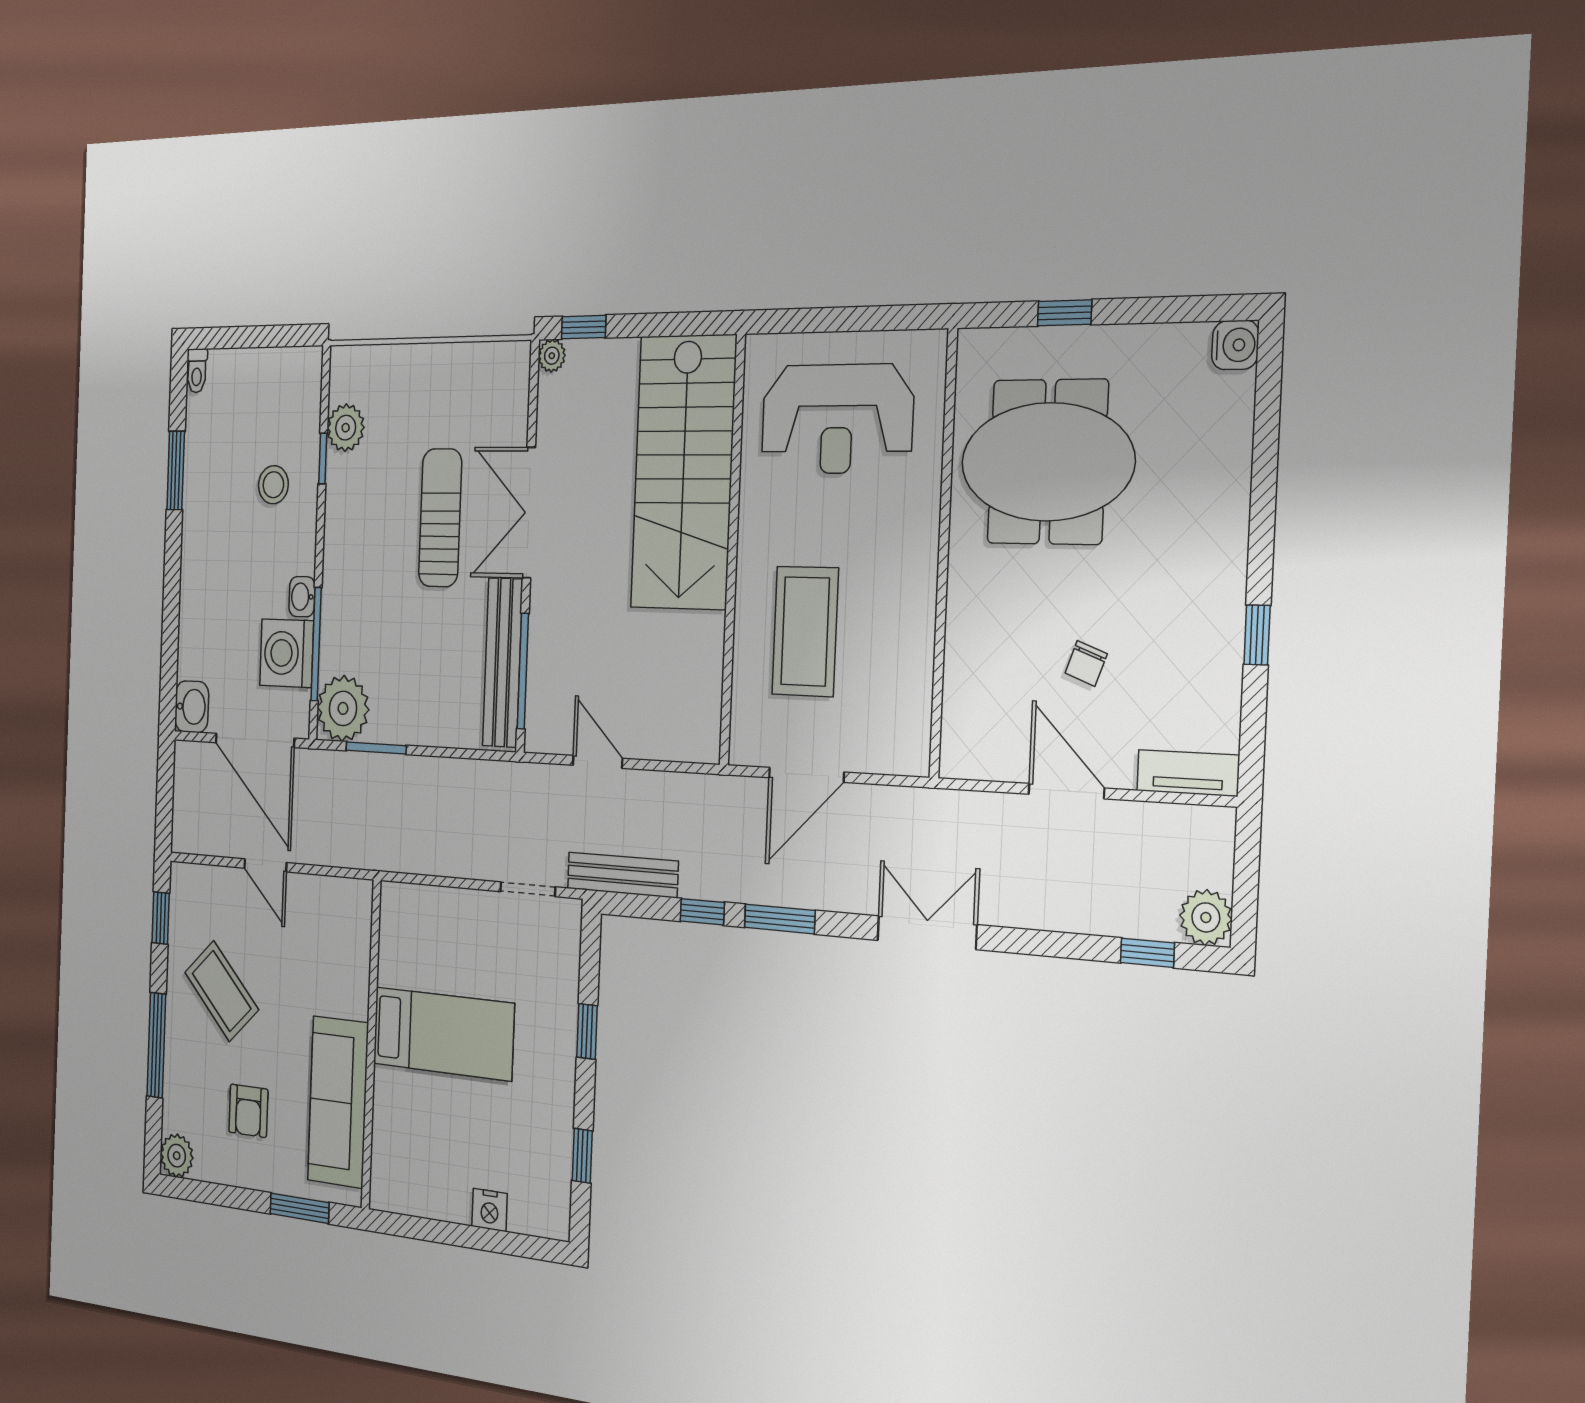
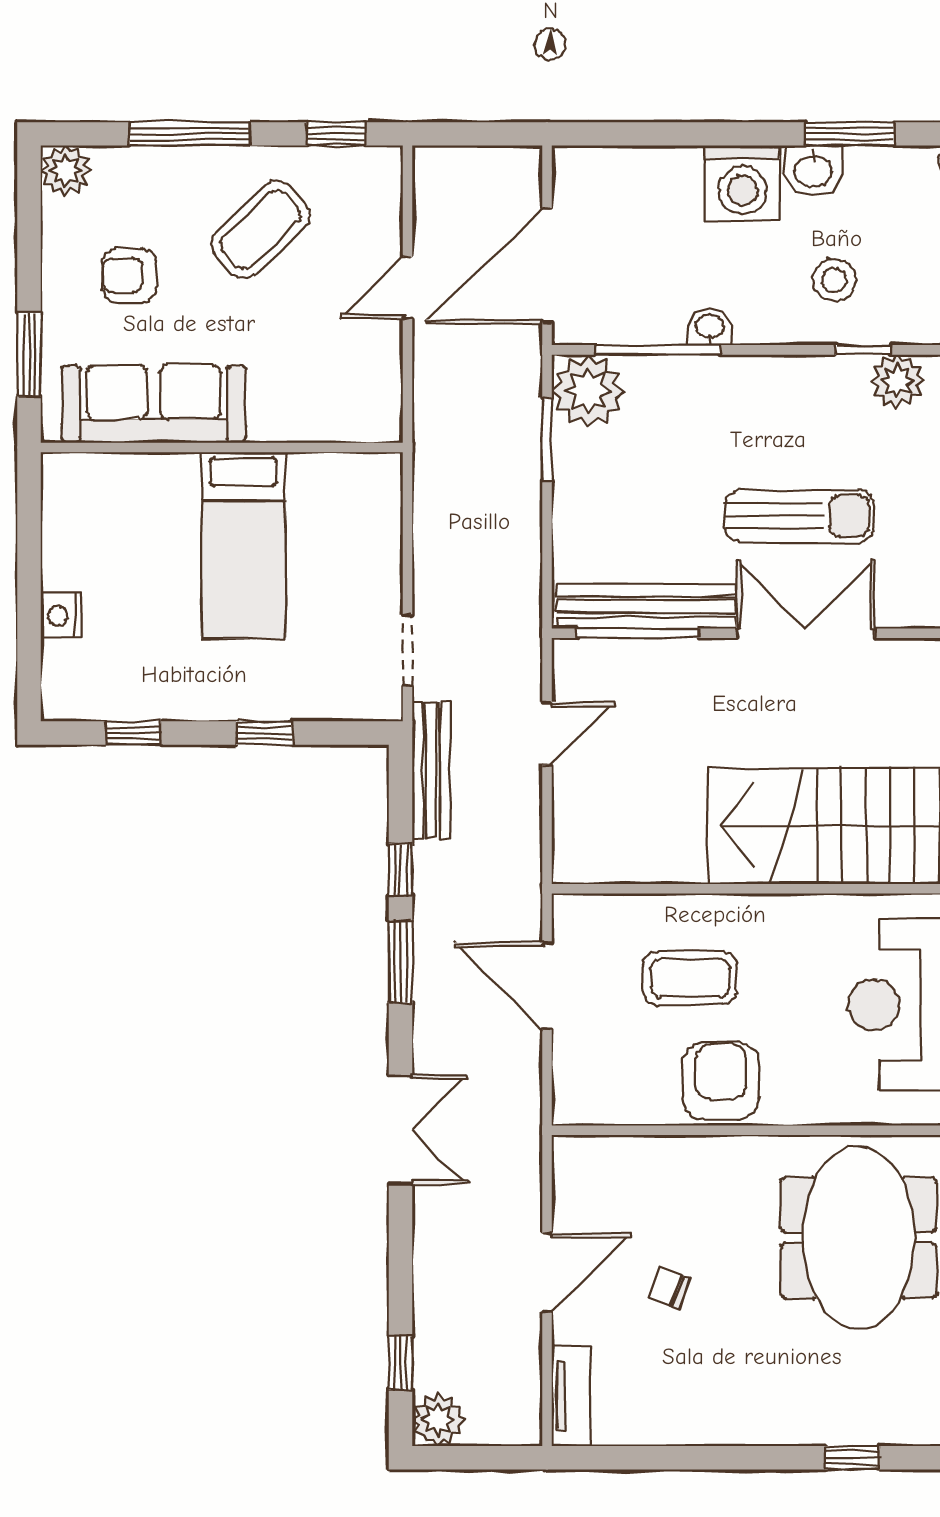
armchair: (897, 603) -> (721, 1081), added
coffee table: (805, 631) -> (690, 978), width x0.73, depth x0.76
window: (1257, 635) -> (852, 1458), moved
washing machine: (287, 653) -> (743, 183), moved, turned 180
washbasin: (192, 707) -> (813, 170), moved

